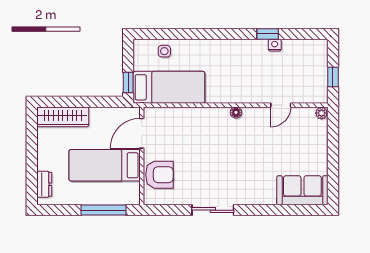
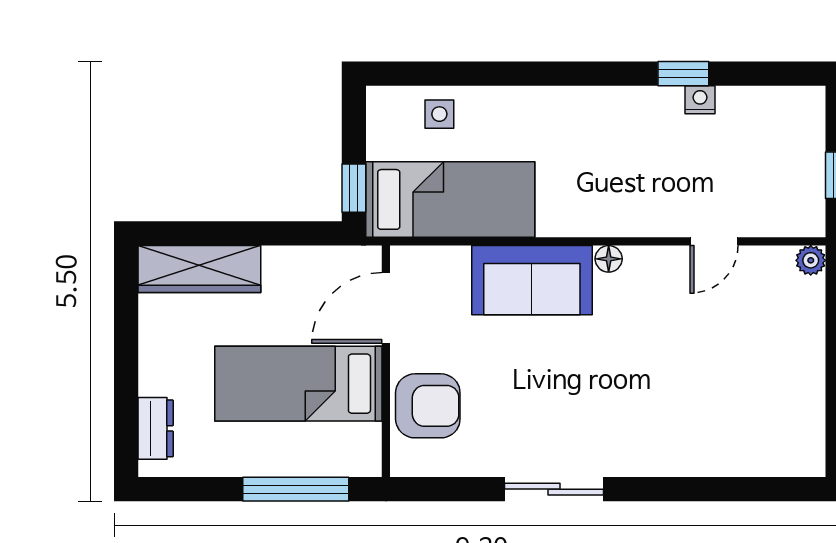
sofa: (302, 190) -> (532, 280), moved, turned 180

